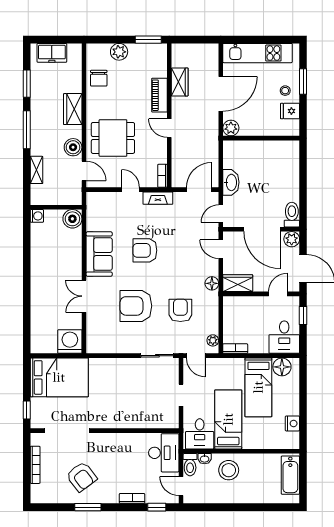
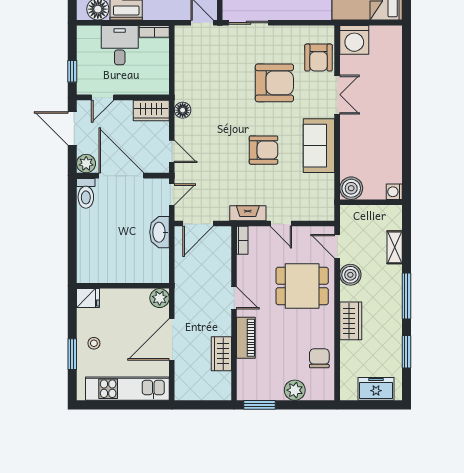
fridge: (290, 111) -> (88, 298), moved
armchair: (180, 310) -> (318, 58), moved
desk: (284, 337) -> (120, 45), moved
plant: (213, 340) -> (181, 41), removed

